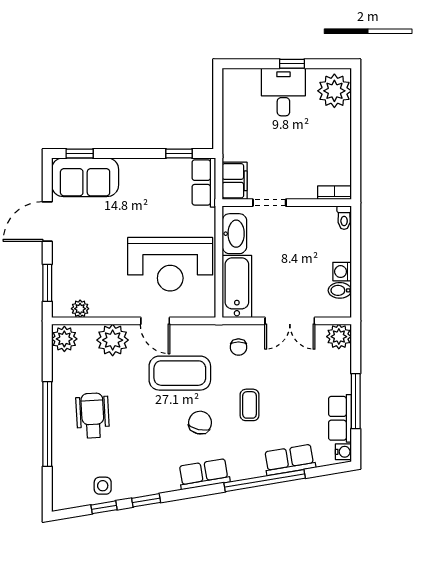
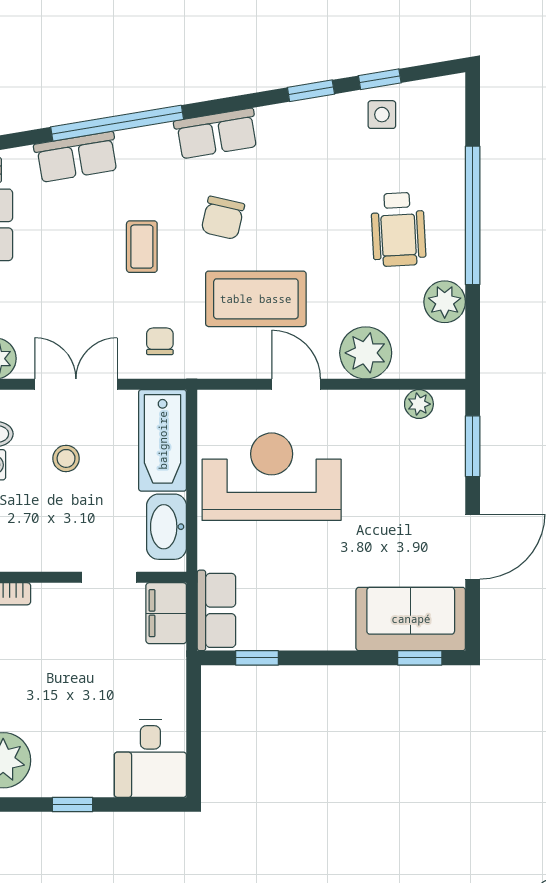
desk: (283, 92) -> (150, 758), moved
stool: (296, 275) -> (66, 458), added
plant: (64, 339) -> (445, 302), moved

